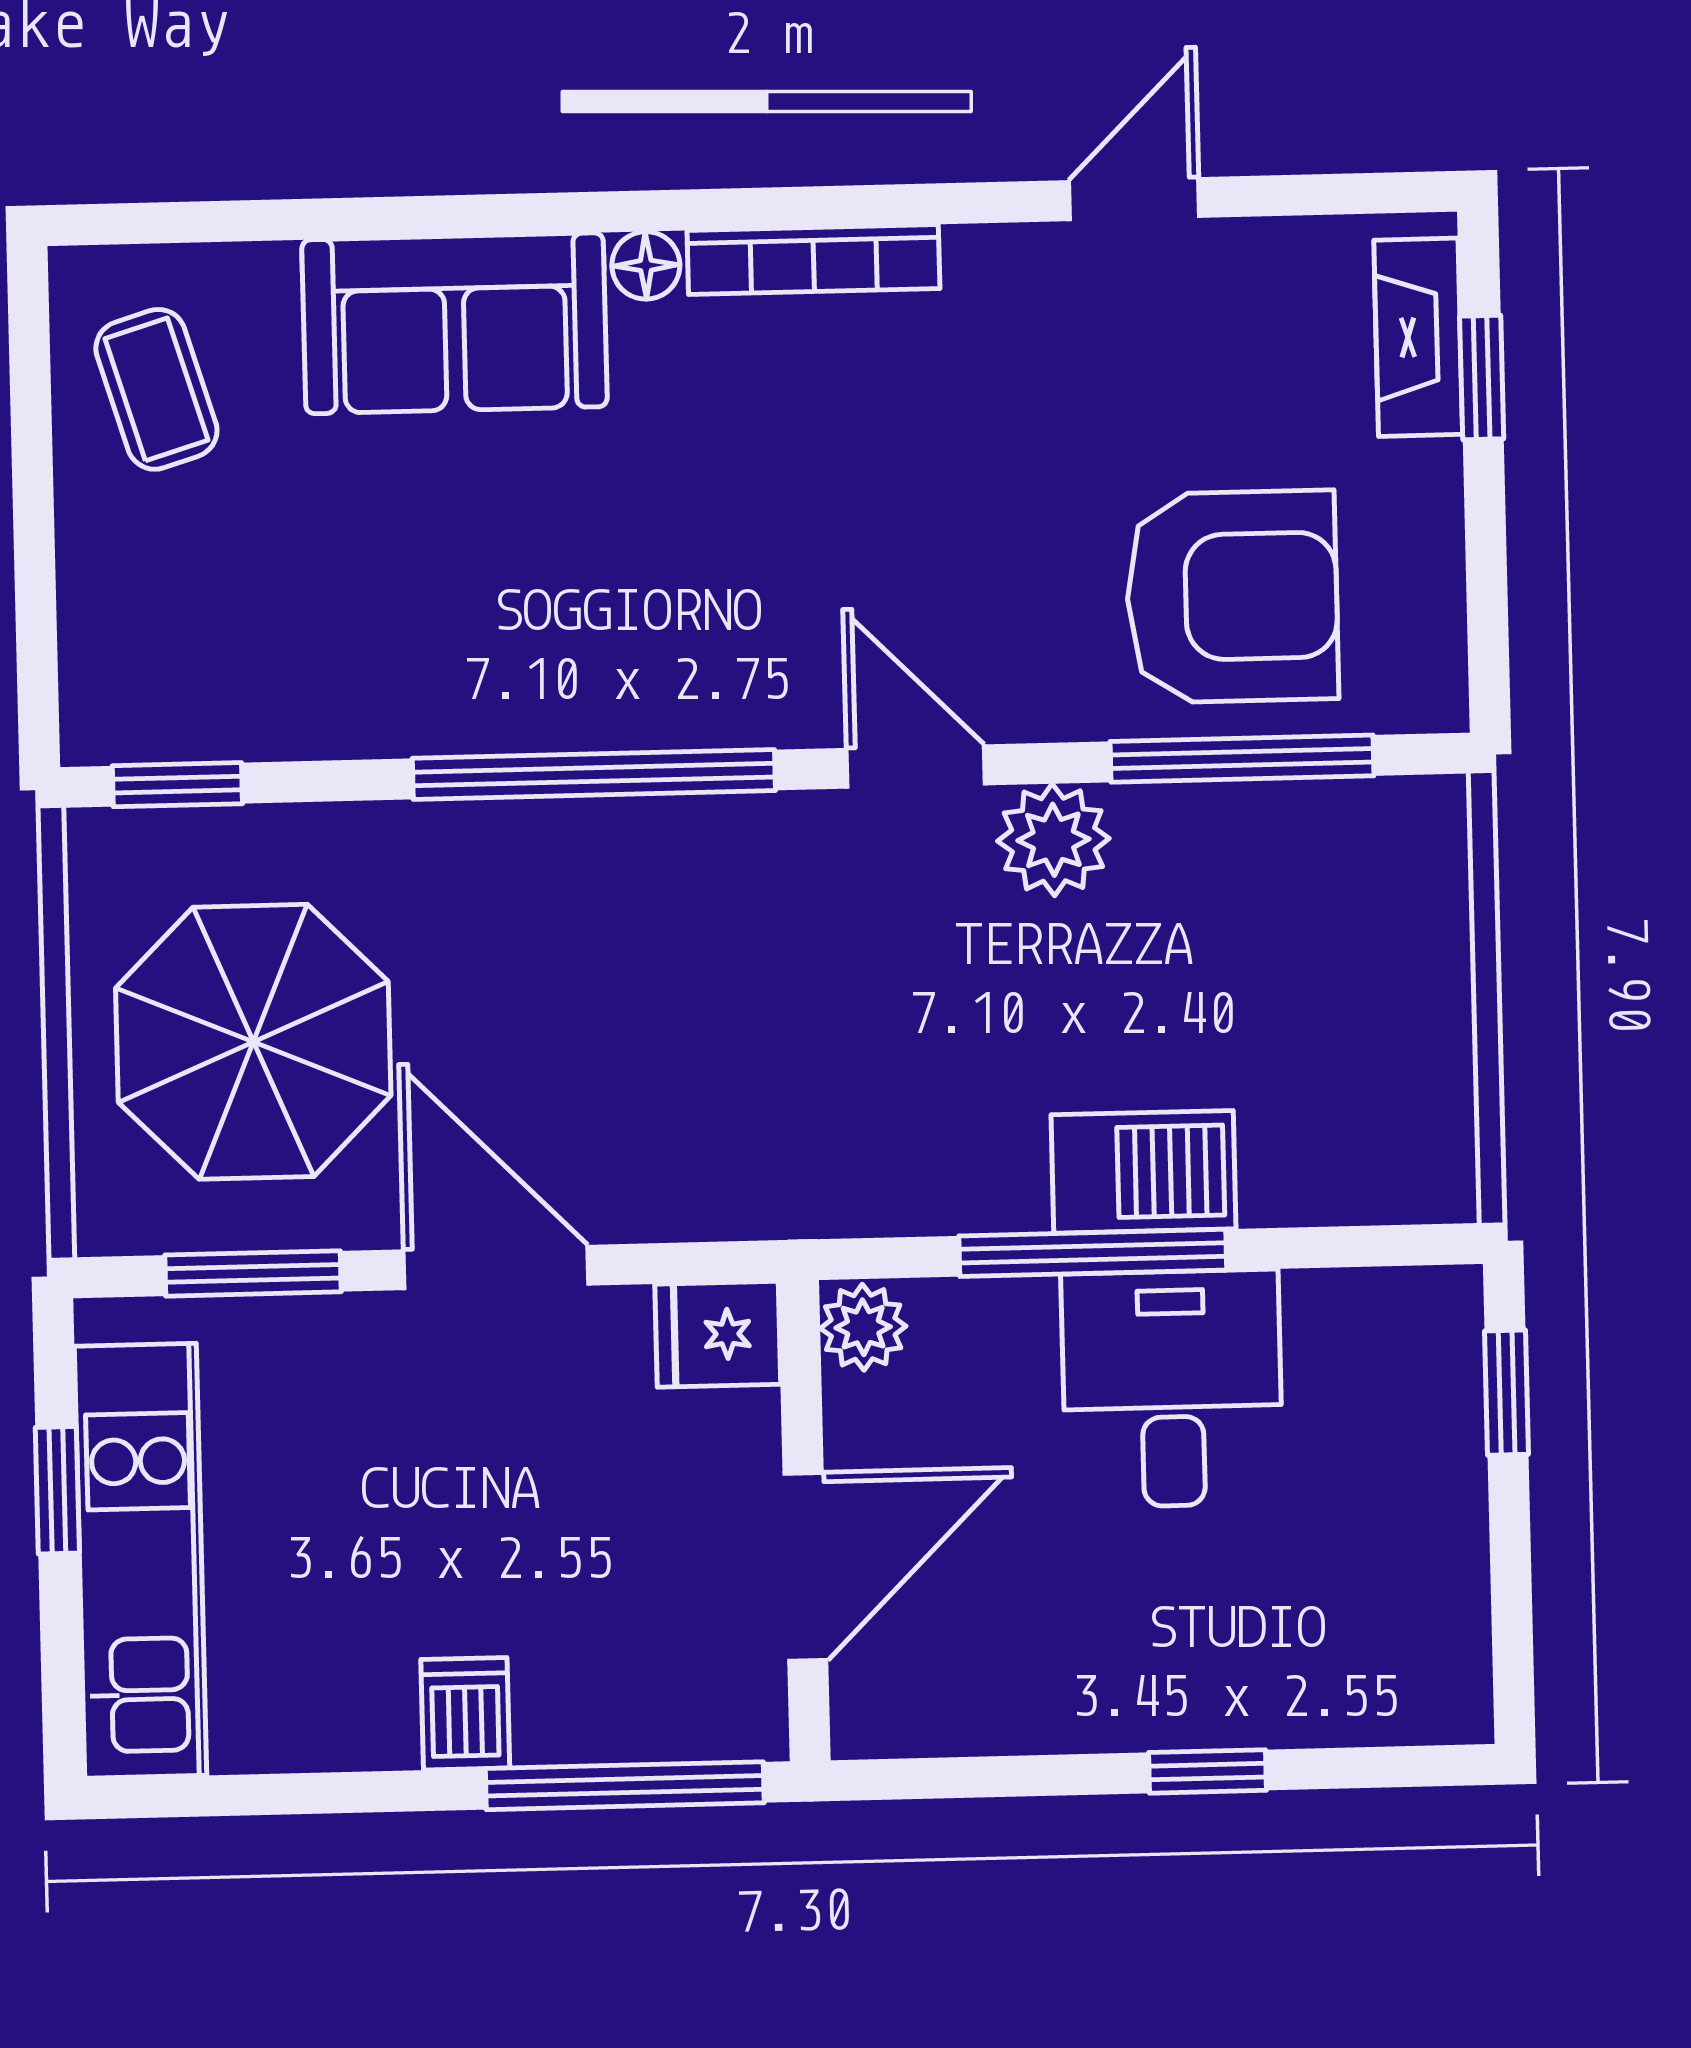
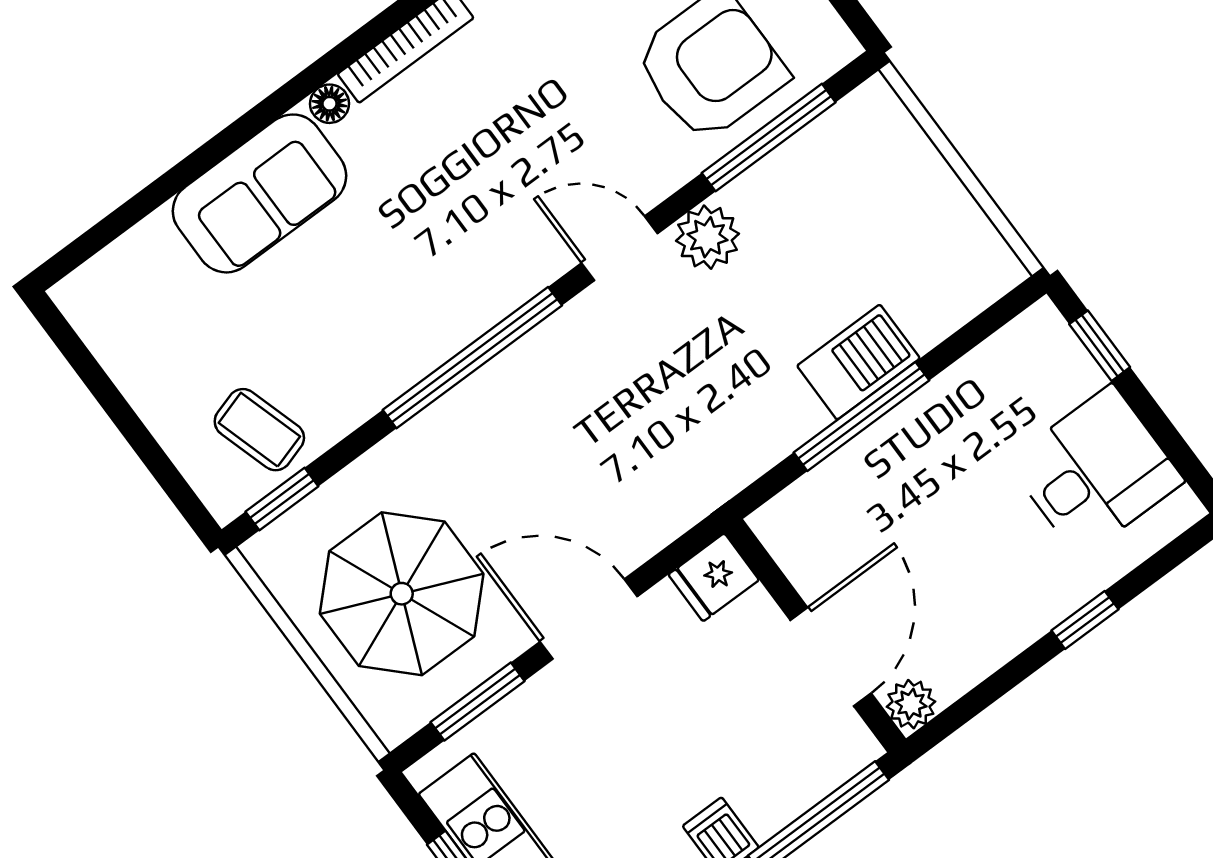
coffee table: (156, 389) -> (259, 430), moved
plant: (863, 1327) -> (911, 704), moved
desk: (1172, 1389) -> (1096, 471), moved, turned 90

